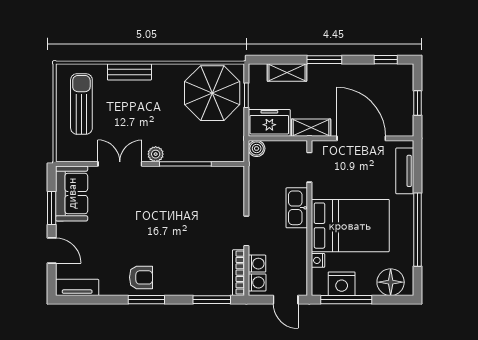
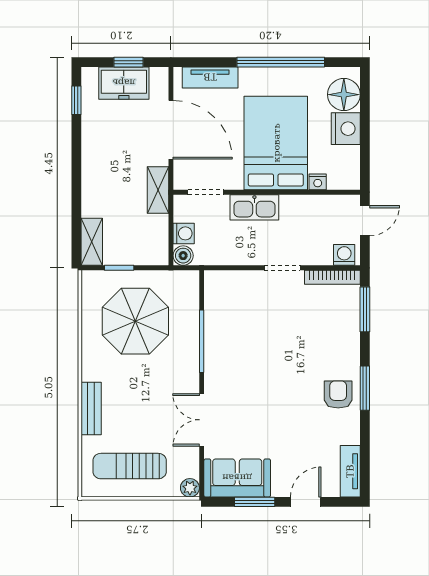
window: (324, 60) -> (76, 174), removed
shelving: (287, 72) -> (92, 242), moved
parasol: (212, 93) -> (135, 321), moved
freezer: (269, 123) -> (124, 83), moved, turned -90
door: (361, 138) -> (171, 130), swing flipped
plant: (156, 154) -> (190, 488), moved
washing machine: (257, 264) -> (184, 233), moved, turned 90
nightstand: (342, 284) -> (346, 129), moved
window: (346, 300) -> (365, 148), removed

